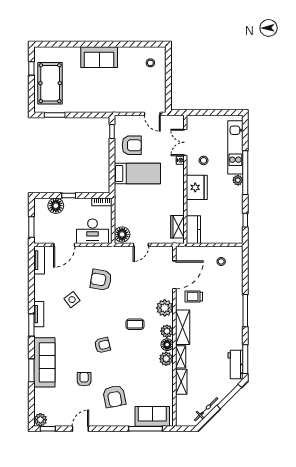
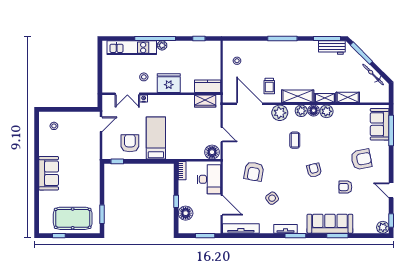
tv unit: (39, 260) -> (241, 228), width x1.41

